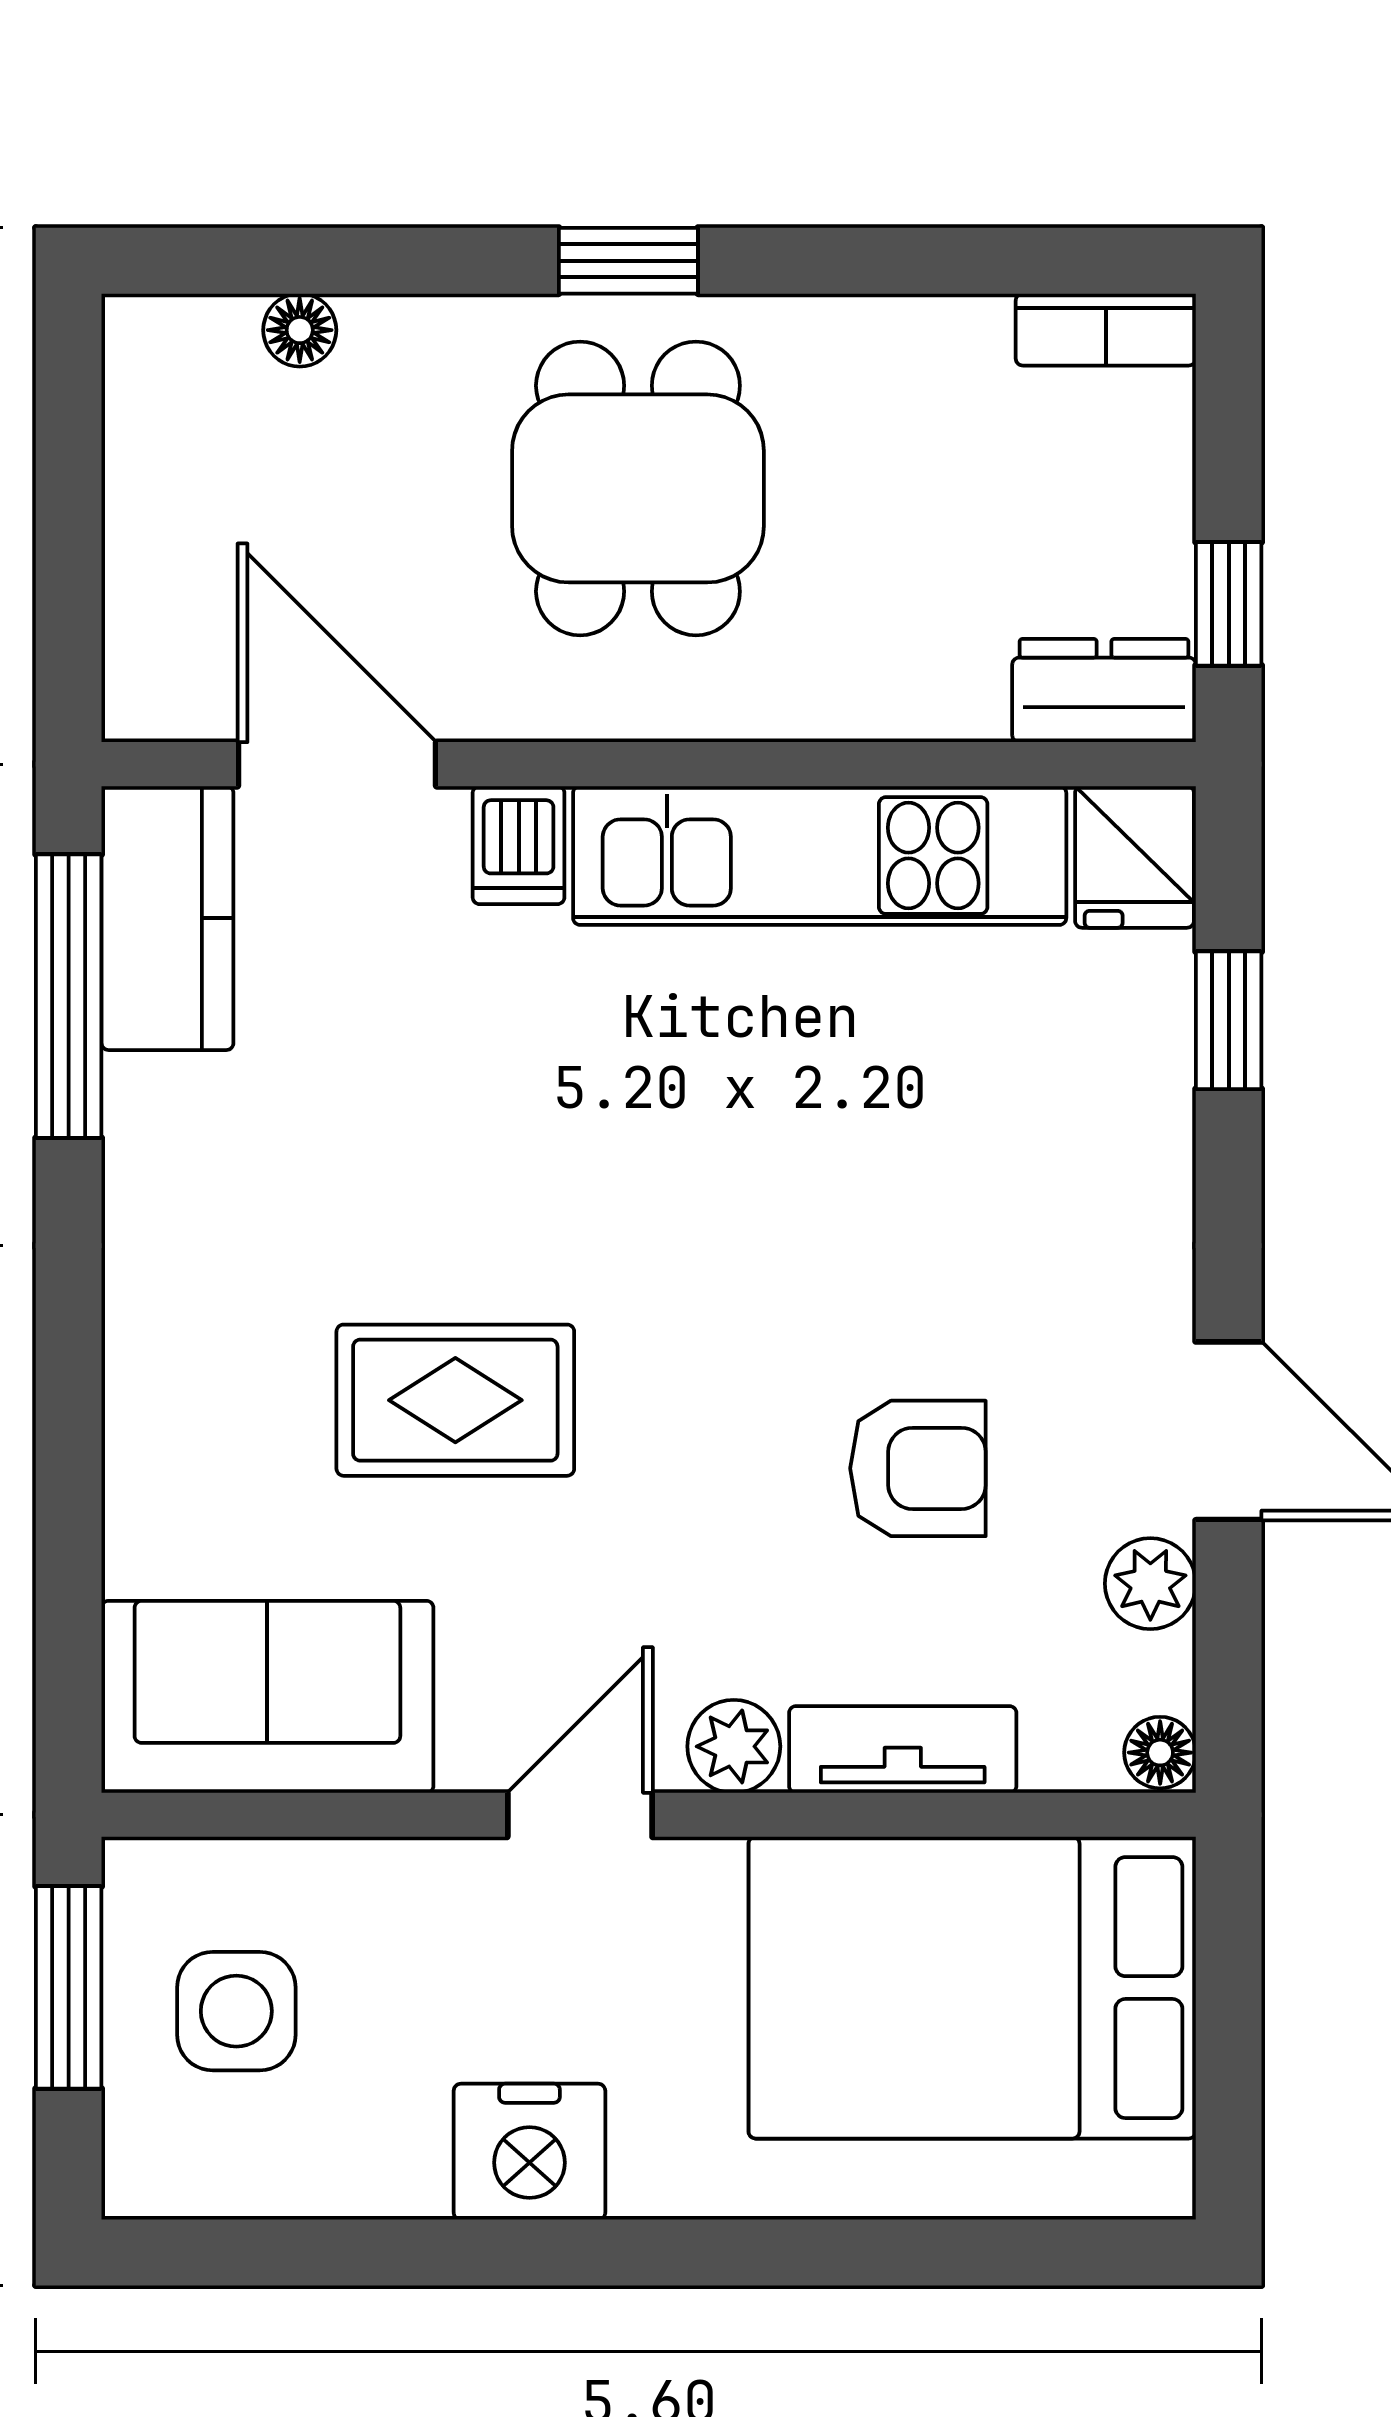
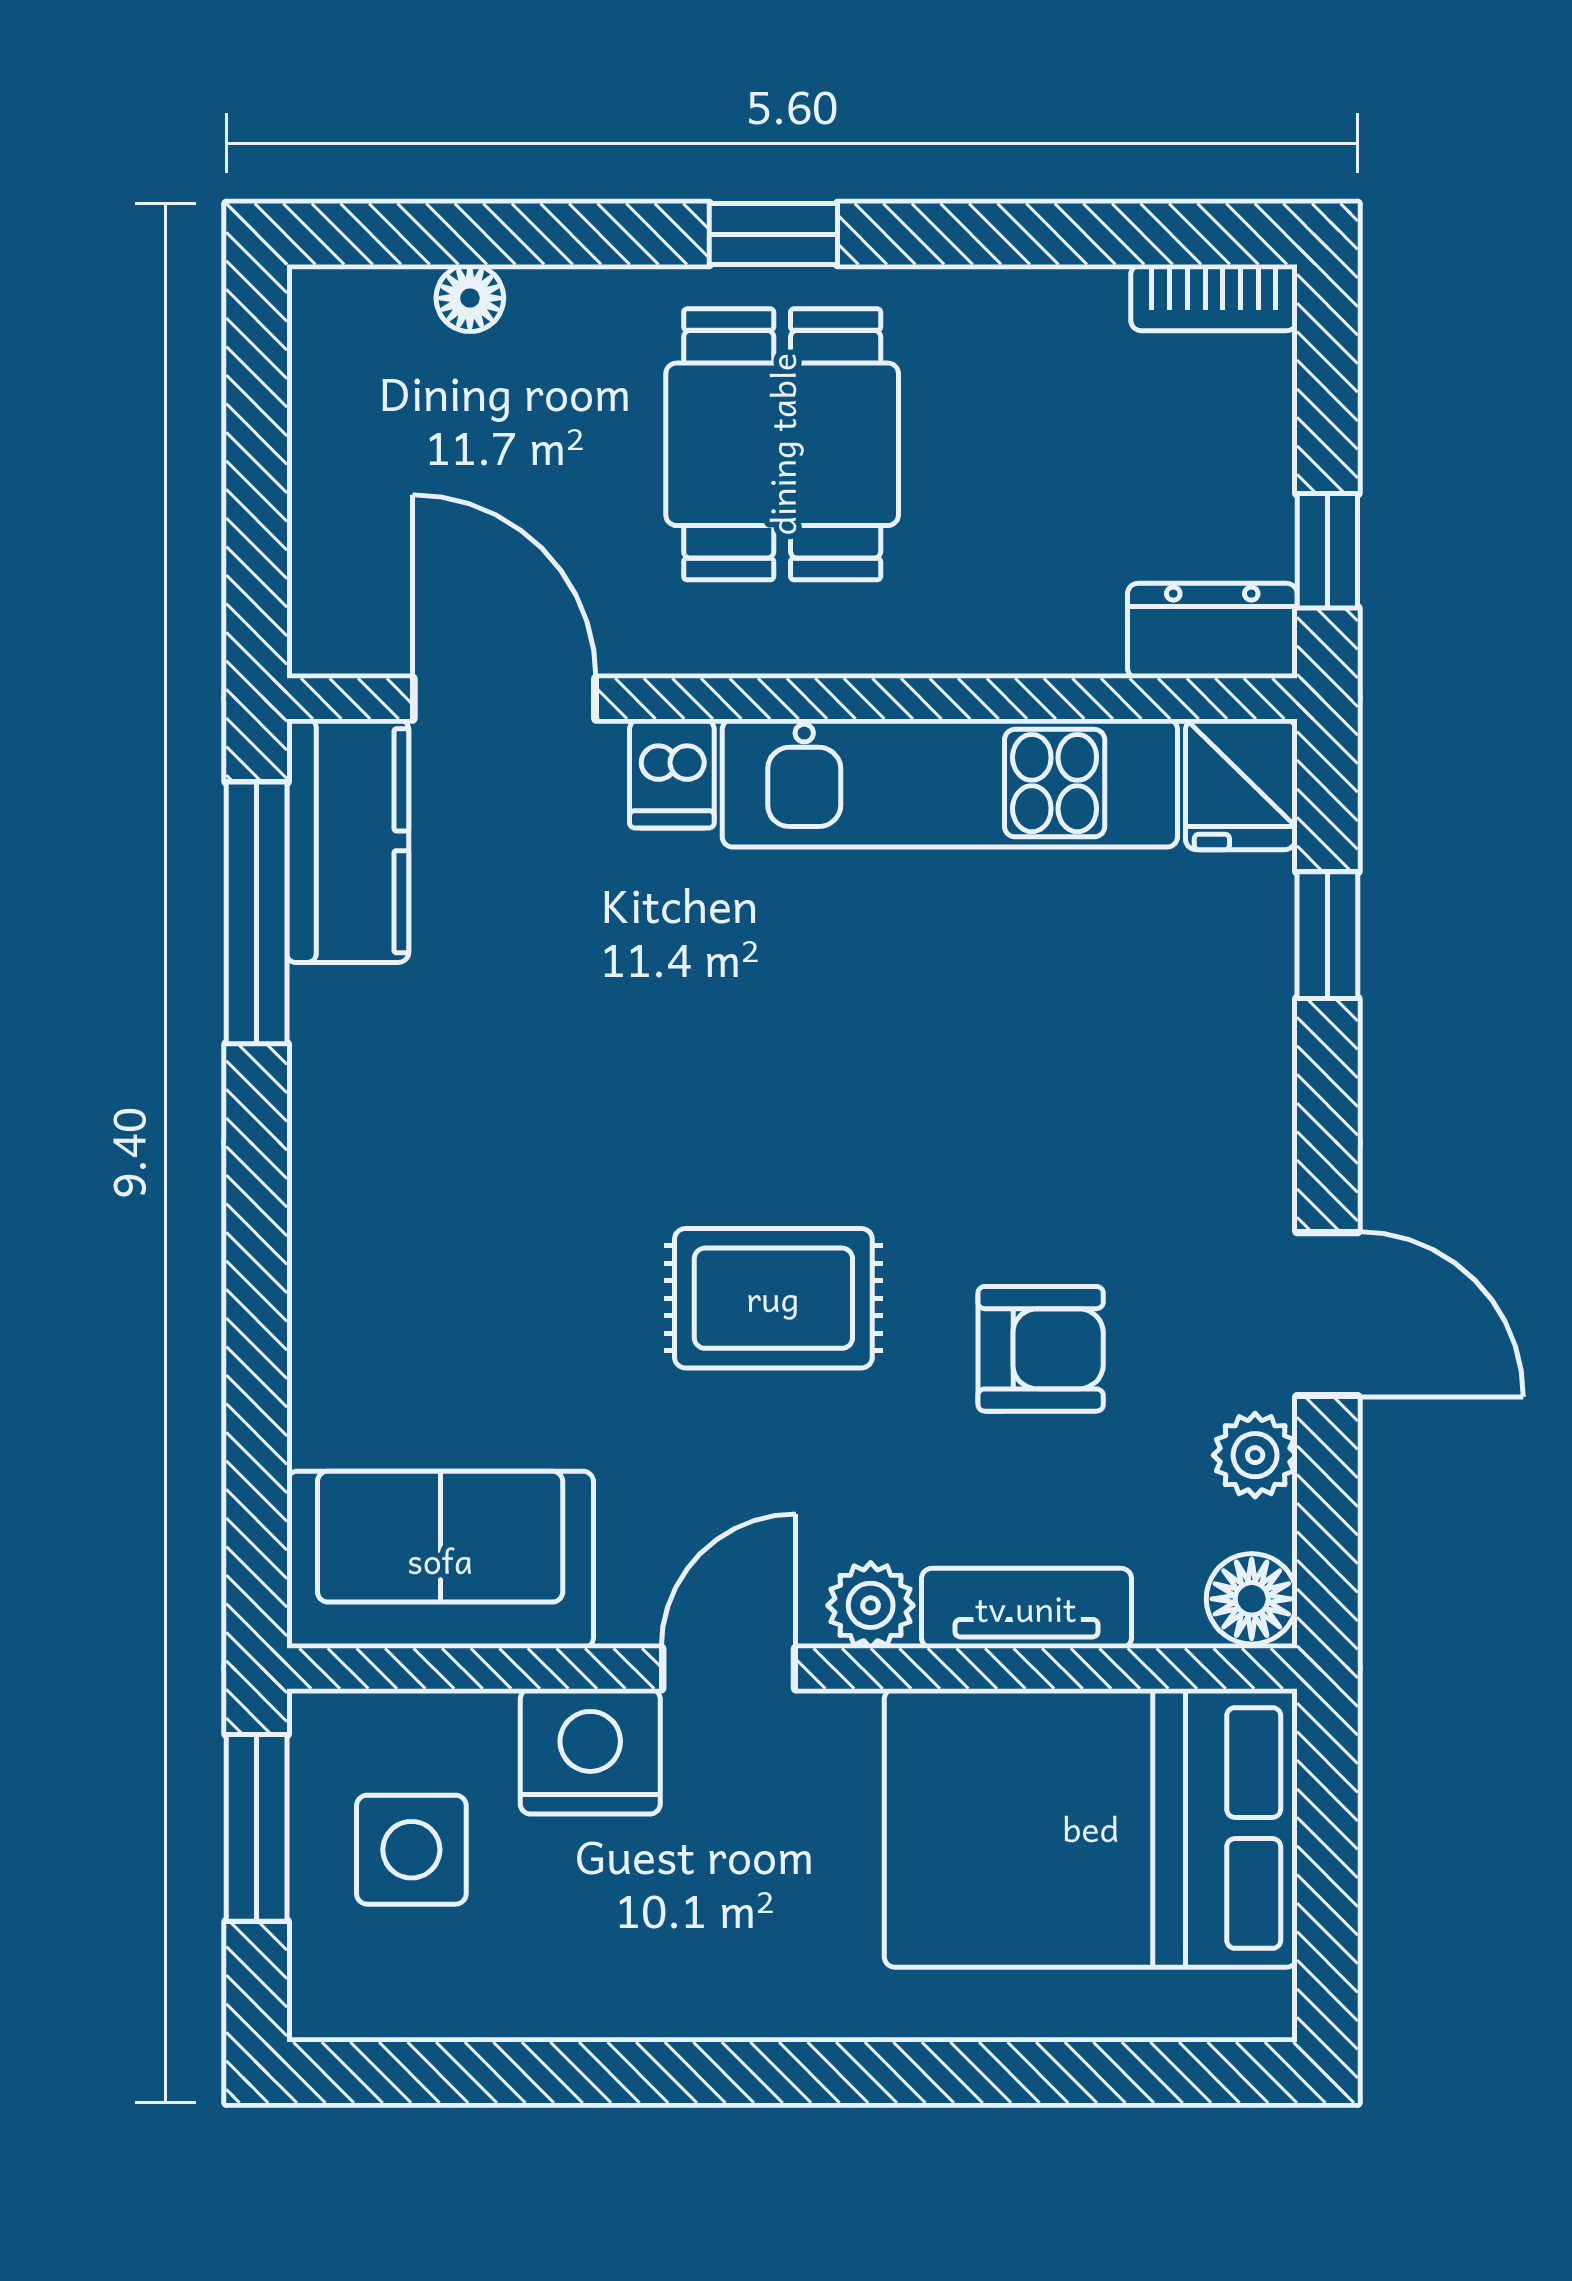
rug: (455, 1400) -> (773, 1298), moved
floor lamp: (1160, 1753) -> (1252, 1599), width x1.37, depth x1.37
nightstand: (529, 2152) -> (590, 1751), moved, turned 180

